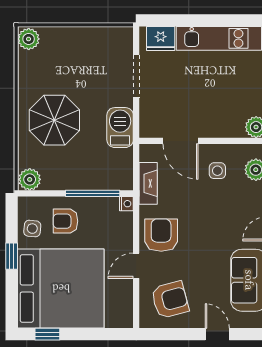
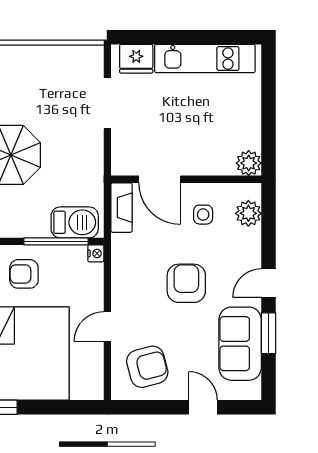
barbecue: (120, 128) -> (75, 222), moved, turned 90
fireplace: (148, 183) -> (121, 208), moved
armchair: (161, 235) -> (186, 283), moved

